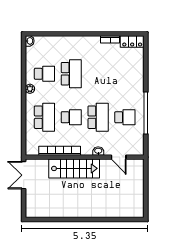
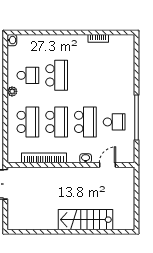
locker: (132, 42) -> (122, 41), removed
school desk: (71, 117) -> (57, 122), width x1.85
door: (119, 157) -> (107, 165), swing flipped
stairs: (74, 168) -> (85, 220), moved, turned 180

